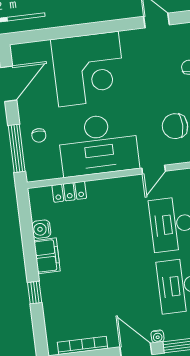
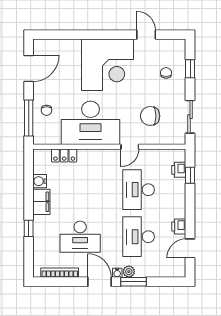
corner desk: (88, 69) -> (108, 65), moved
desk: (103, 295) -> (80, 237), added
plant: (173, 333) -> (129, 272), added

